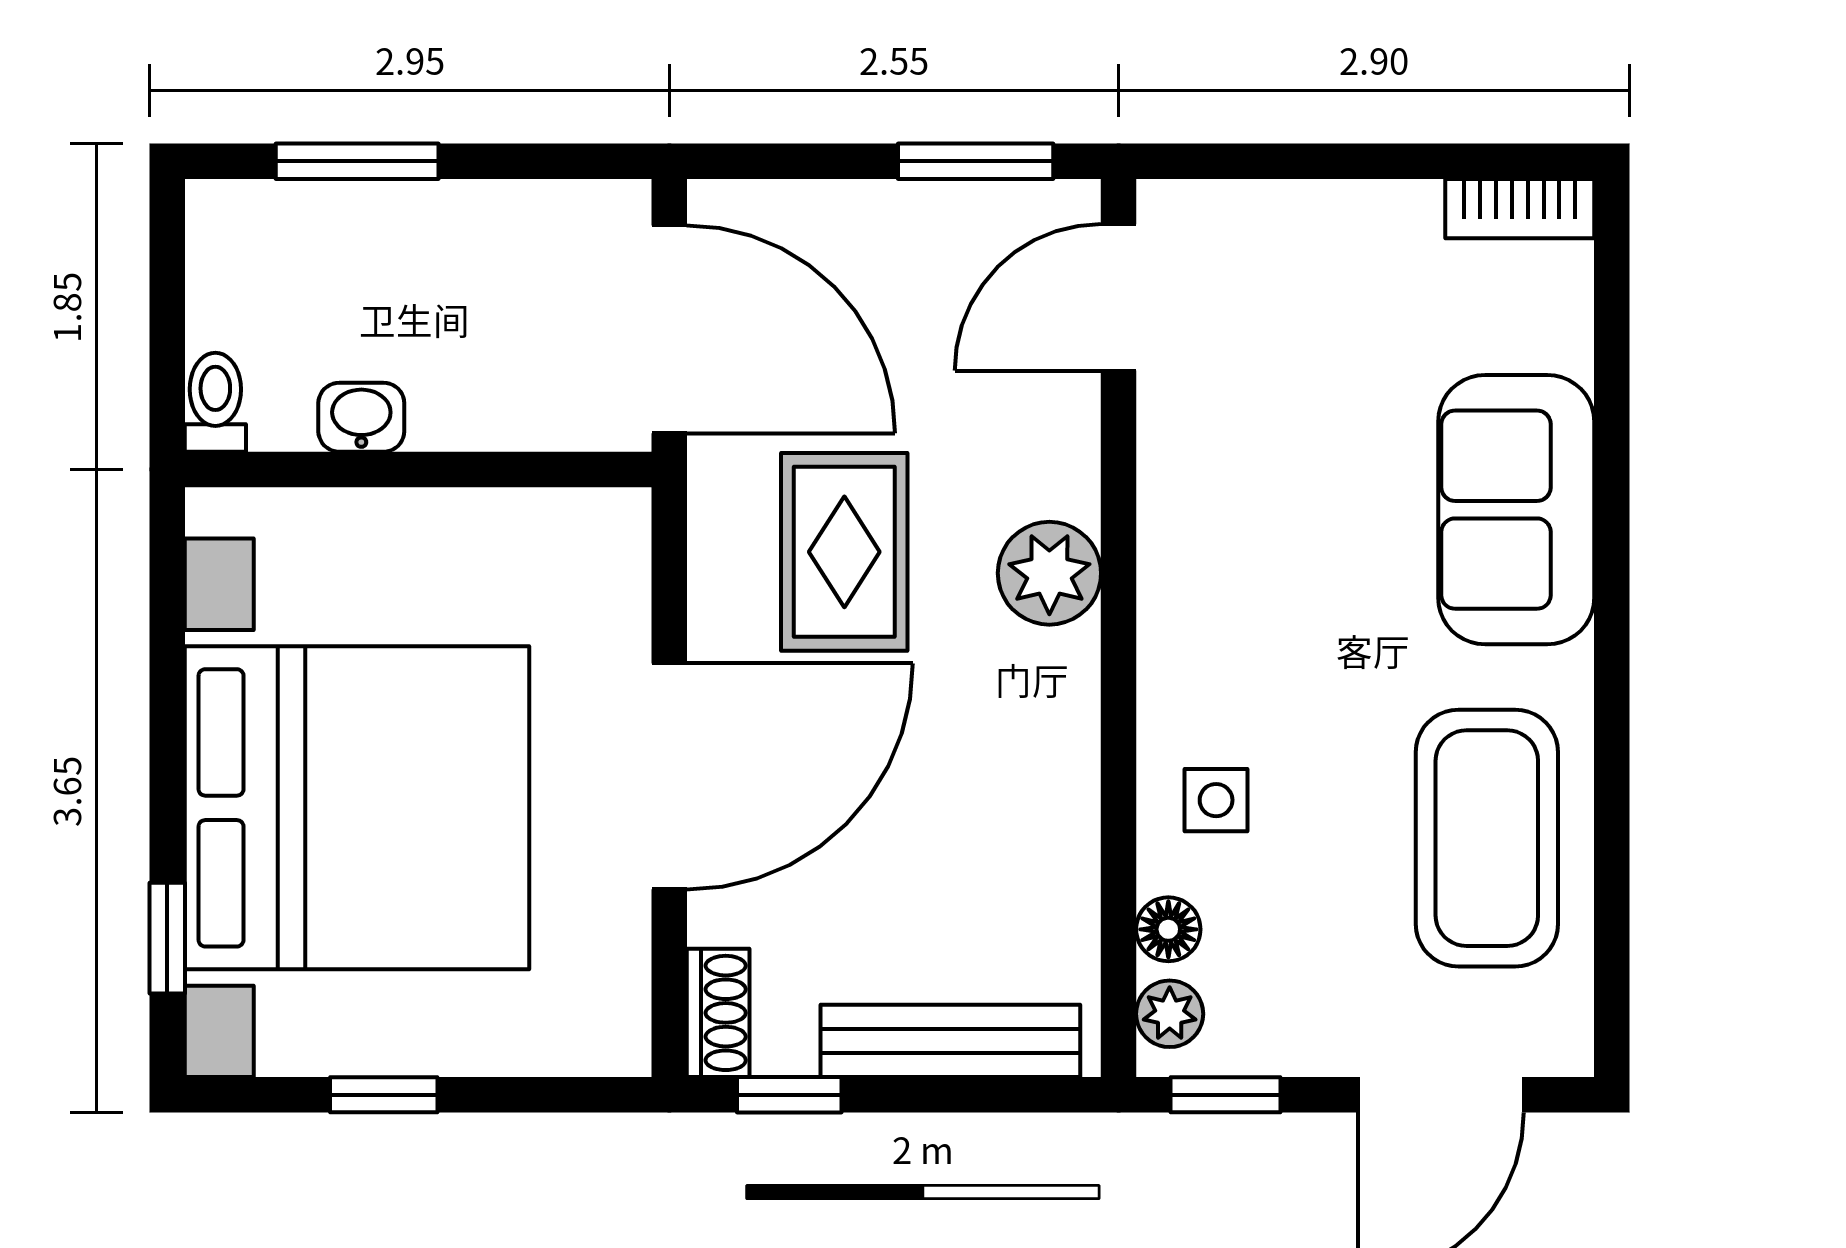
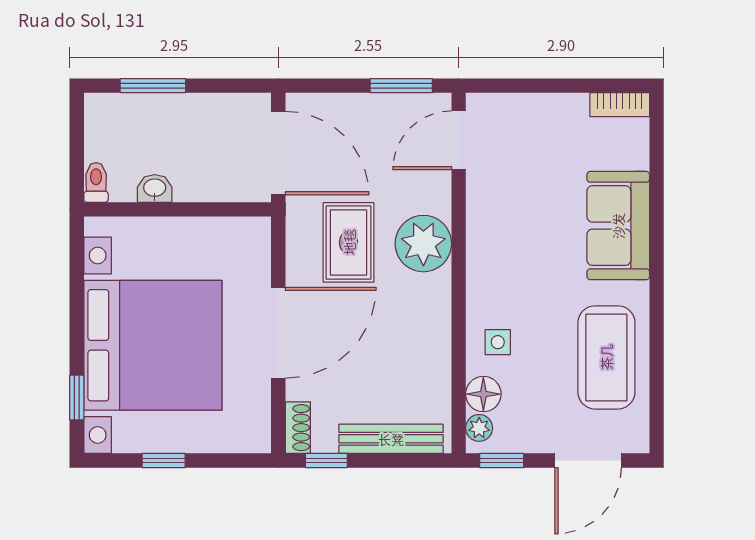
plant: (1049, 573) -> (423, 244), width x1.36, depth x1.36
floor lamp: (1168, 929) -> (483, 394), width x1.37, depth x1.37

